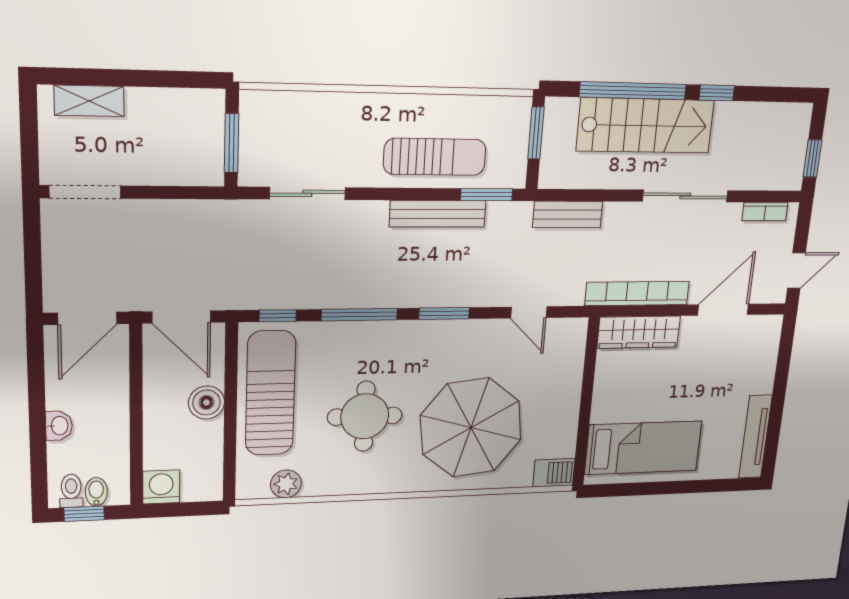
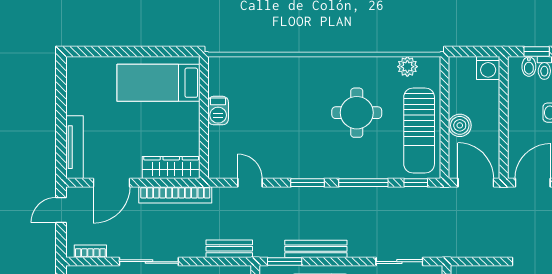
parasol: (471, 428) -> (284, 102), removed
tv unit: (755, 437) -> (74, 147), moved
barbecue: (554, 473) -> (218, 111), moved, turned -90

